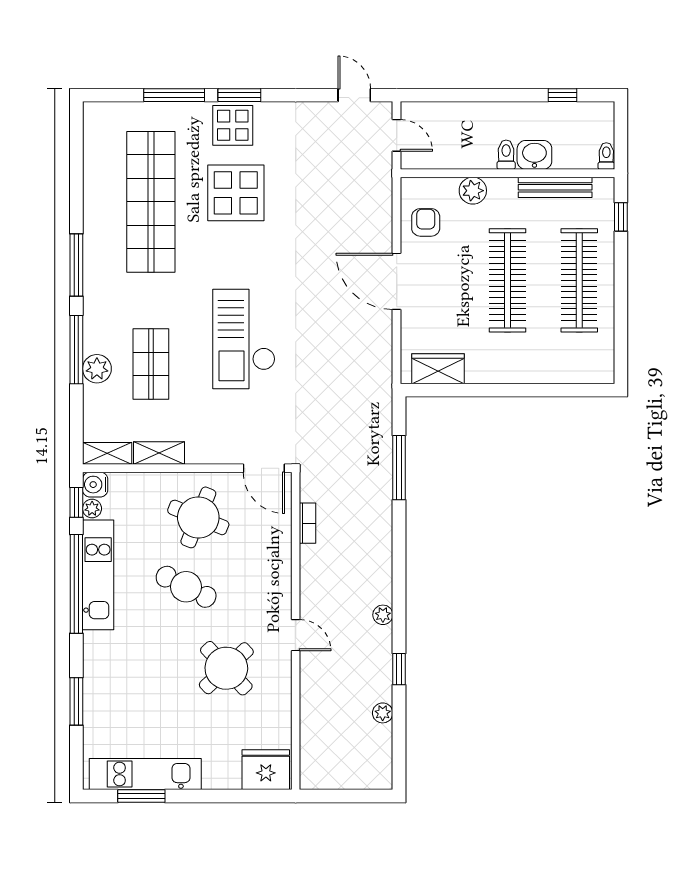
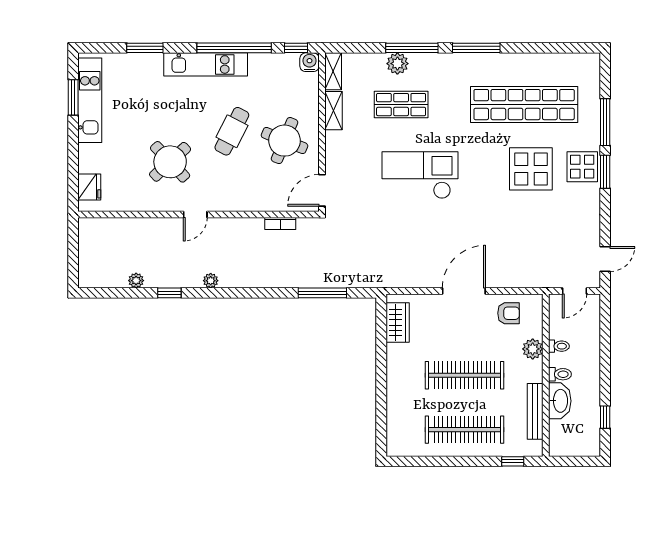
washbasin: (534, 155) -> (560, 401), width x1.38
toilet: (606, 156) -> (559, 346), moved
plant: (92, 509) -> (291, 60), removed
kitchen unit: (98, 575) -> (206, 64), moved
fridge: (266, 770) -> (89, 187), width x0.73, depth x0.75

